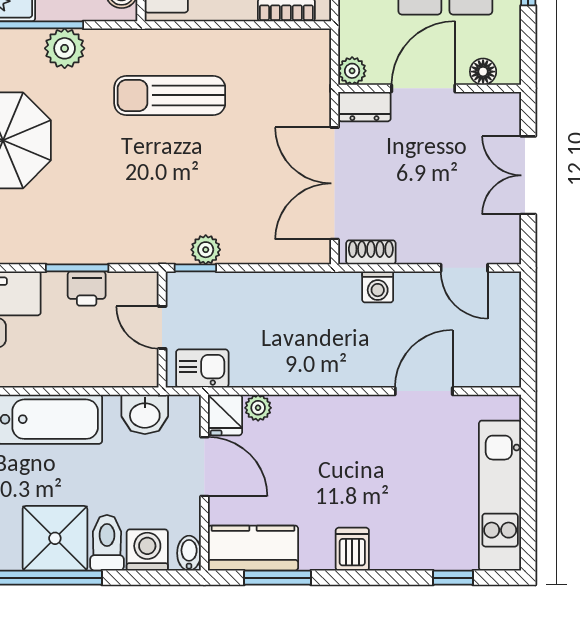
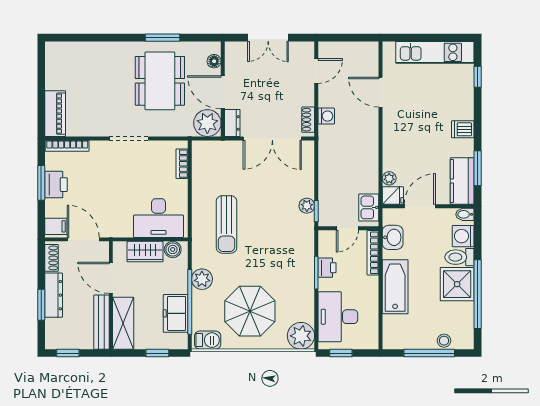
plant: (352, 71) -> (207, 123), width x1.87, depth x1.87
bookcase: (115, 377) -> (373, 253), added

